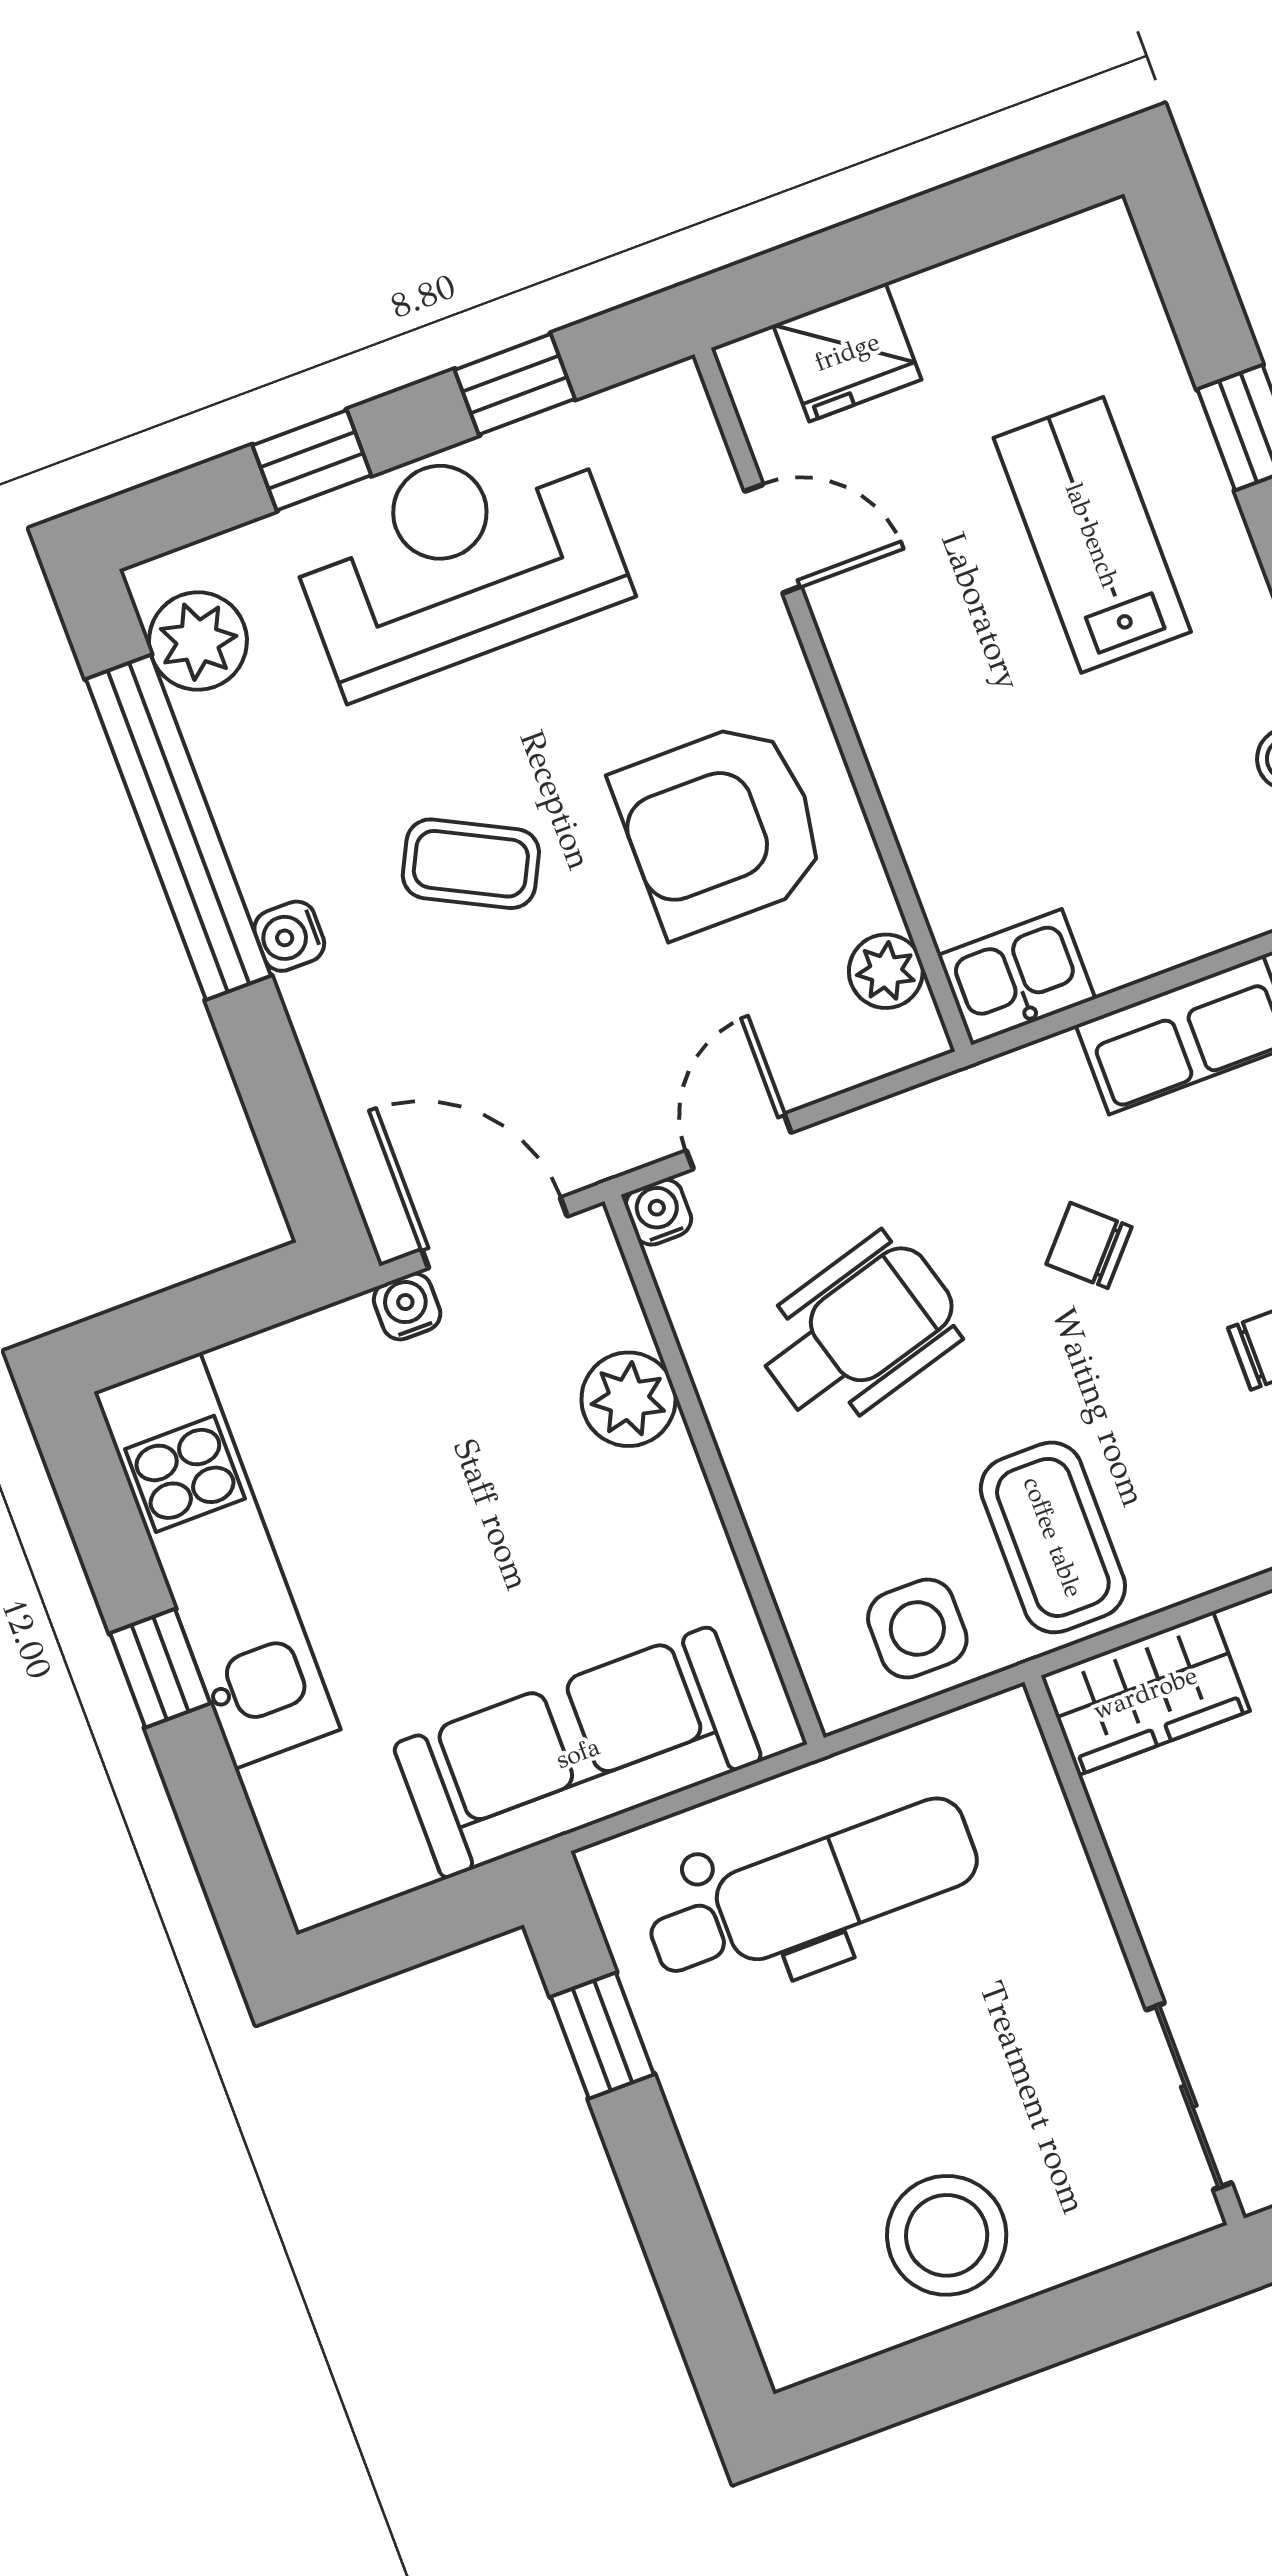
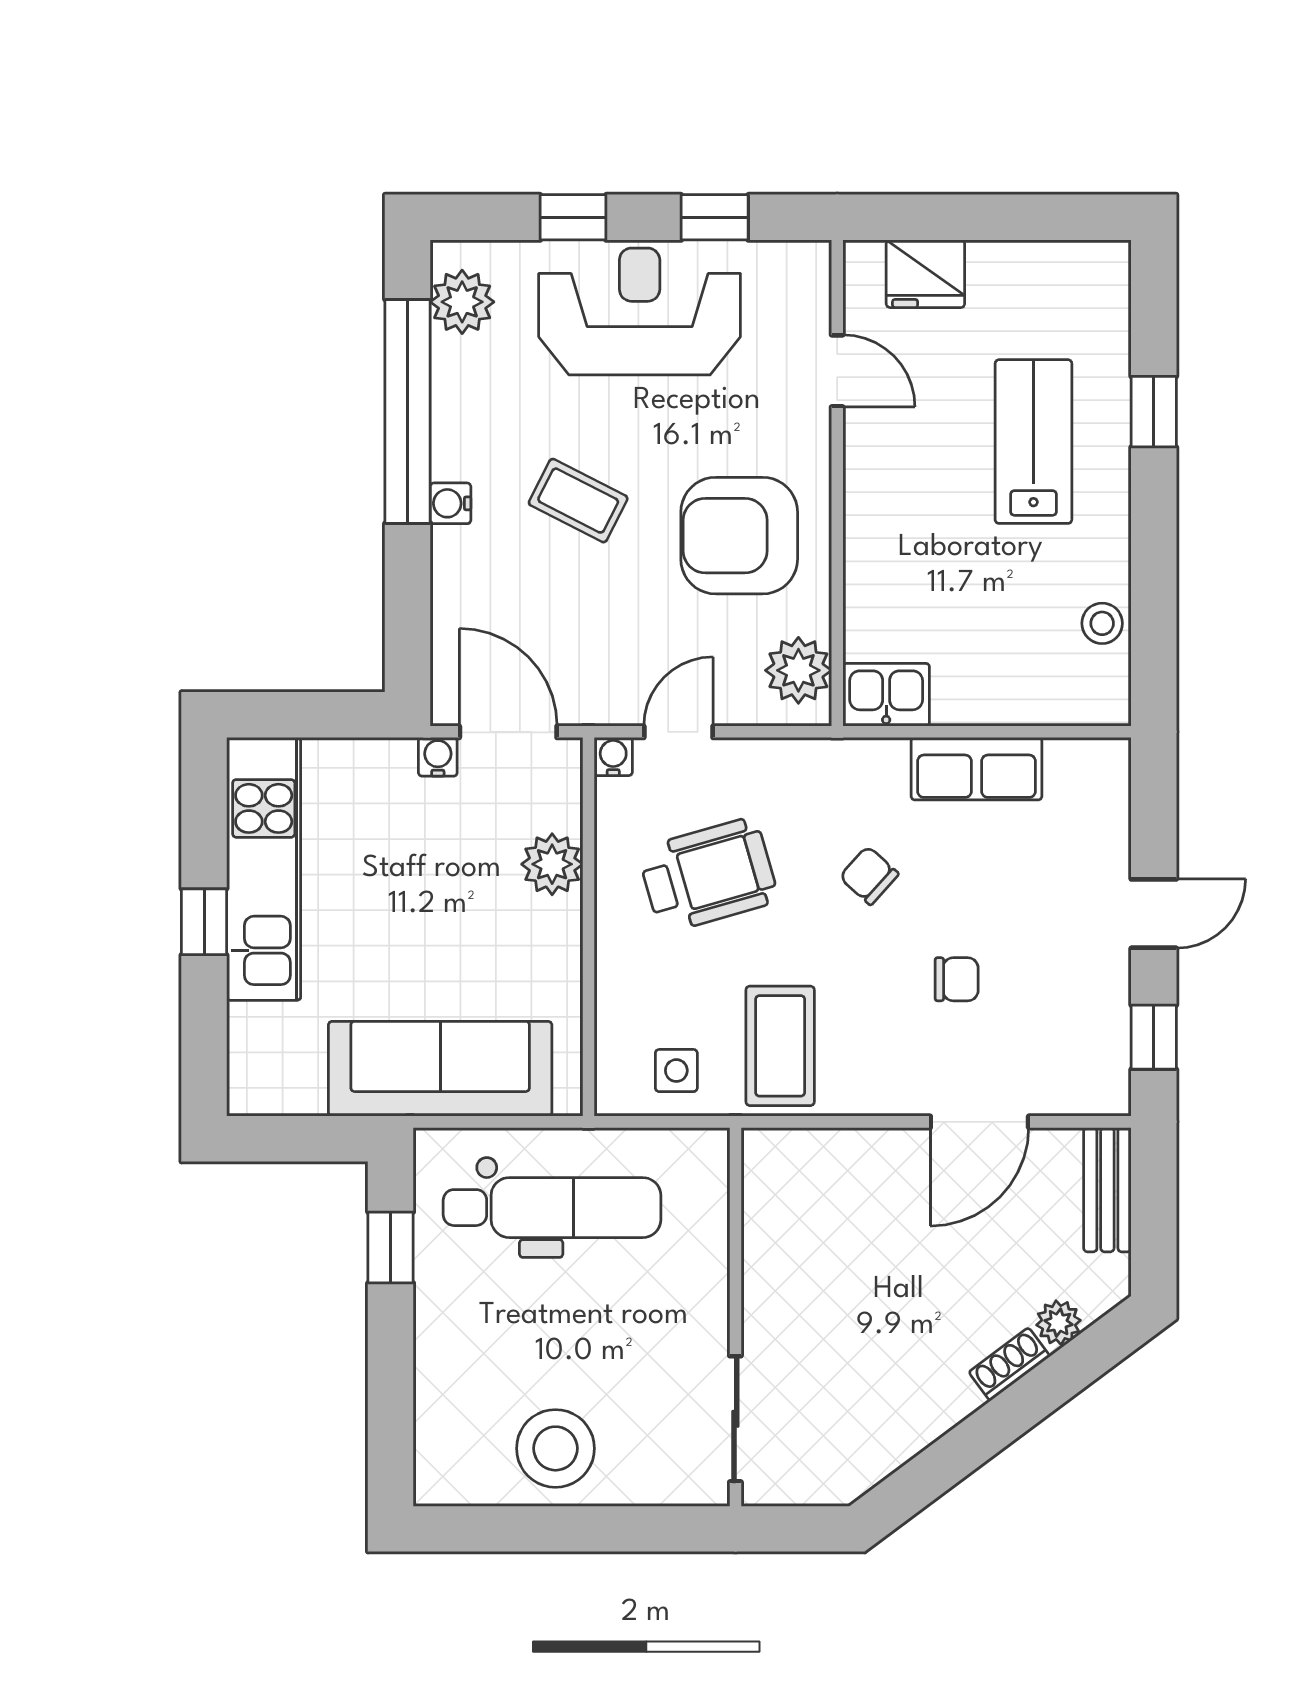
plant: (886, 971) -> (798, 670), width x1.38, depth x1.38
side table: (917, 1629) -> (676, 1071), width x0.73, depth x0.73
wardrobe: (1145, 1693) -> (801, 1162), removed

